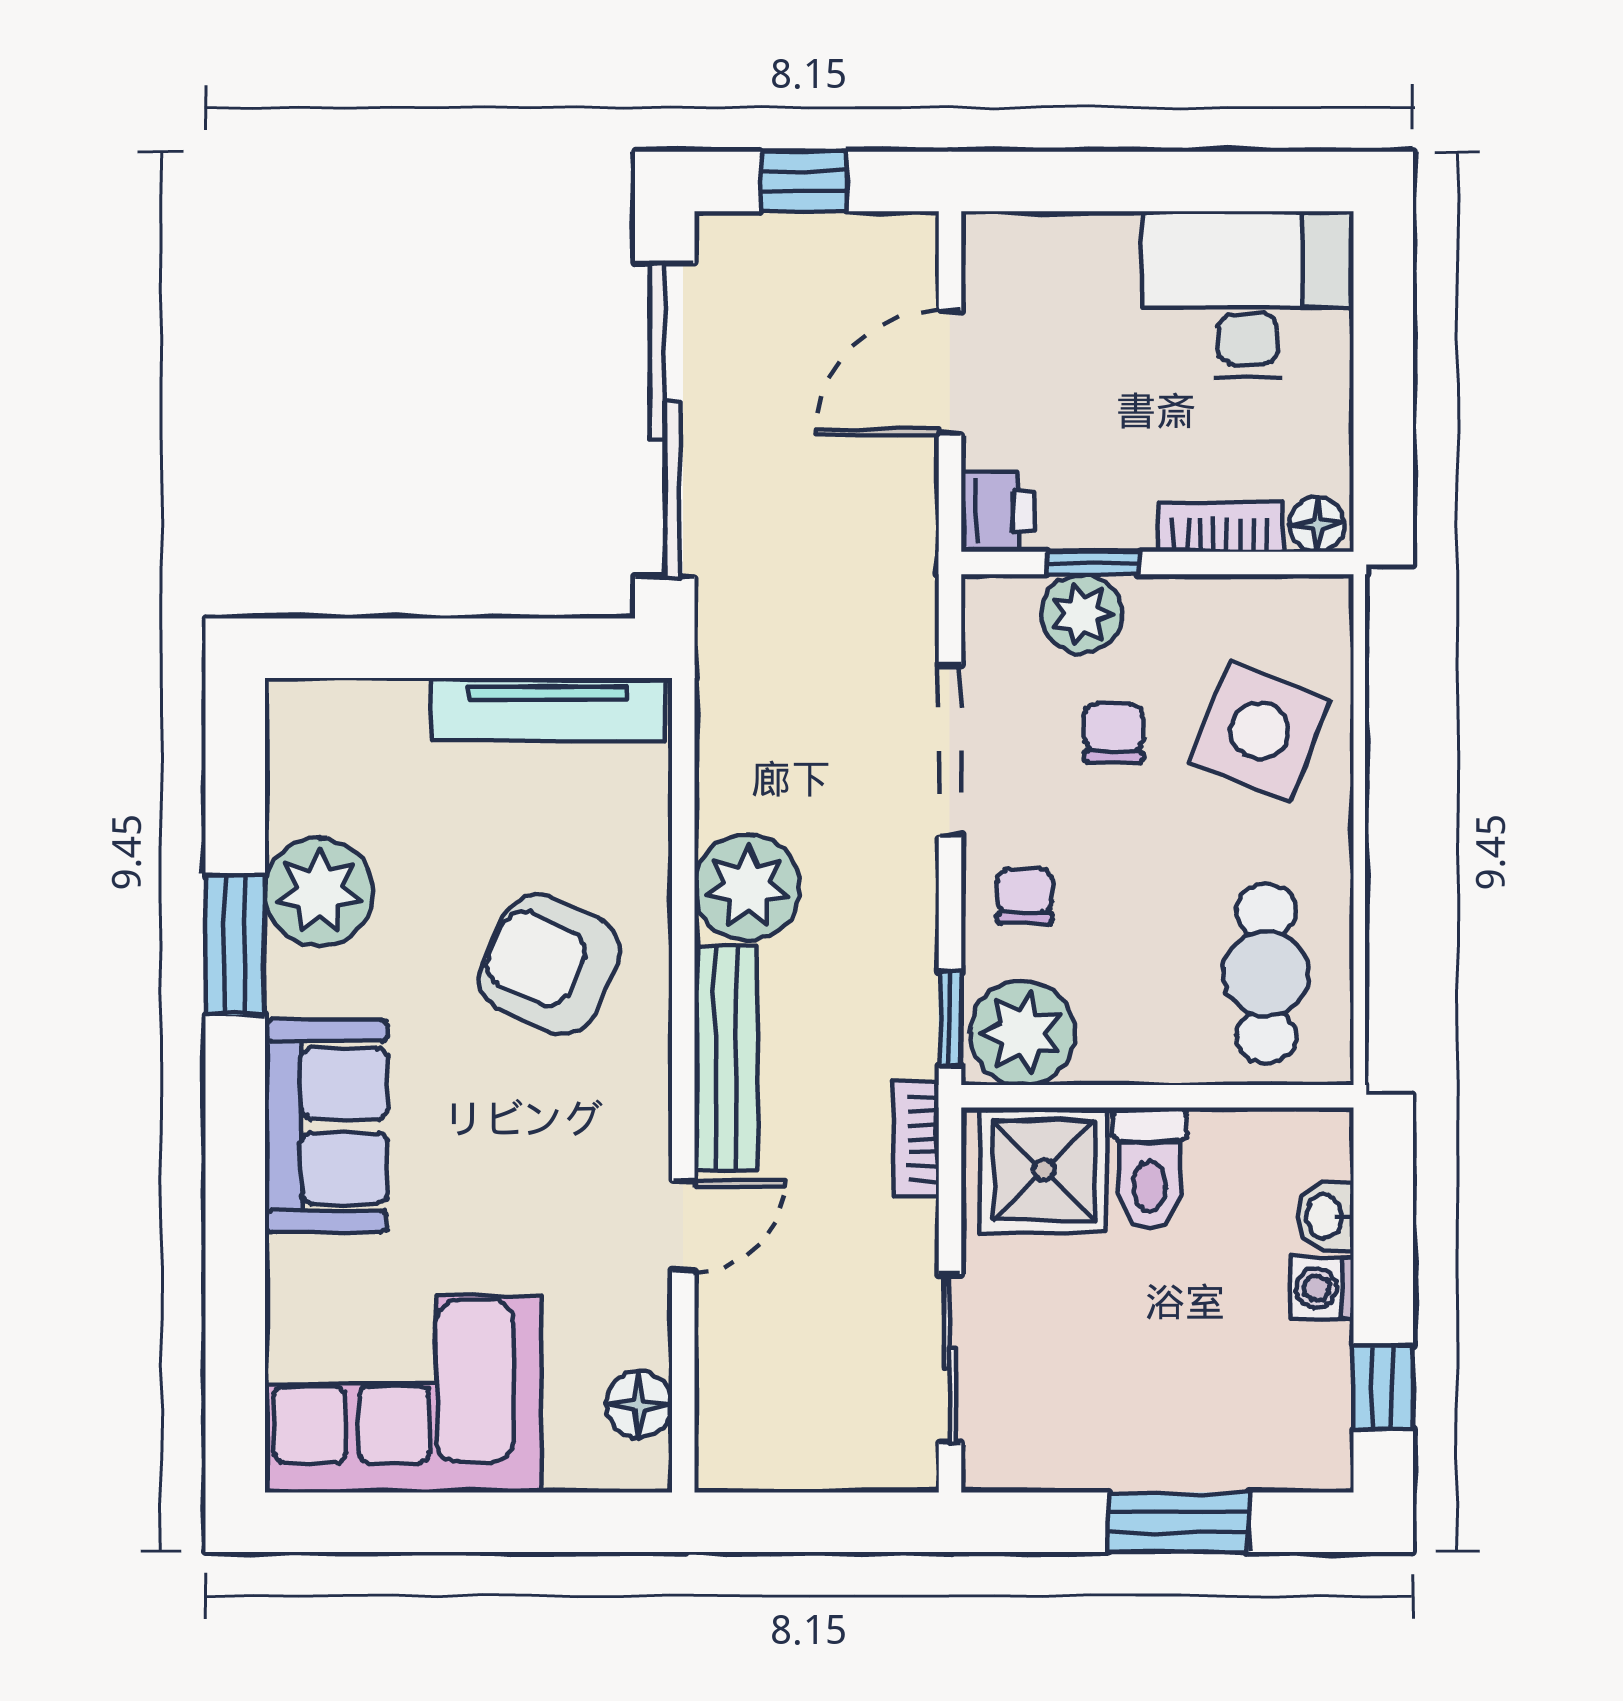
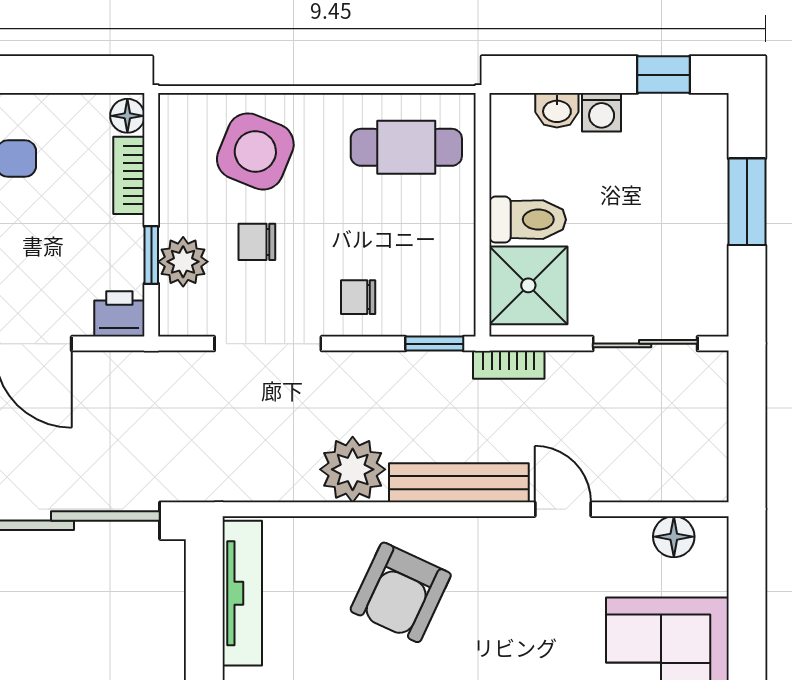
plant: (1022, 1033) -> (443, 299), removed

